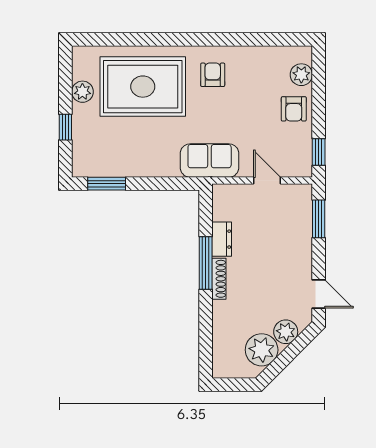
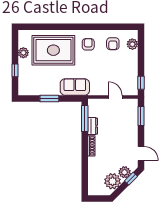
armchair: (294, 109) -> (113, 44), moved
sofa: (210, 161) -> (75, 87), moved
window: (107, 184) -> (49, 99), moved
window: (206, 263) -> (85, 119), moved
window: (299, 345) -> (131, 179), added

